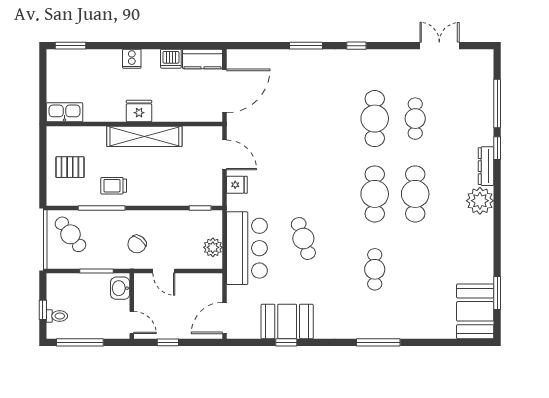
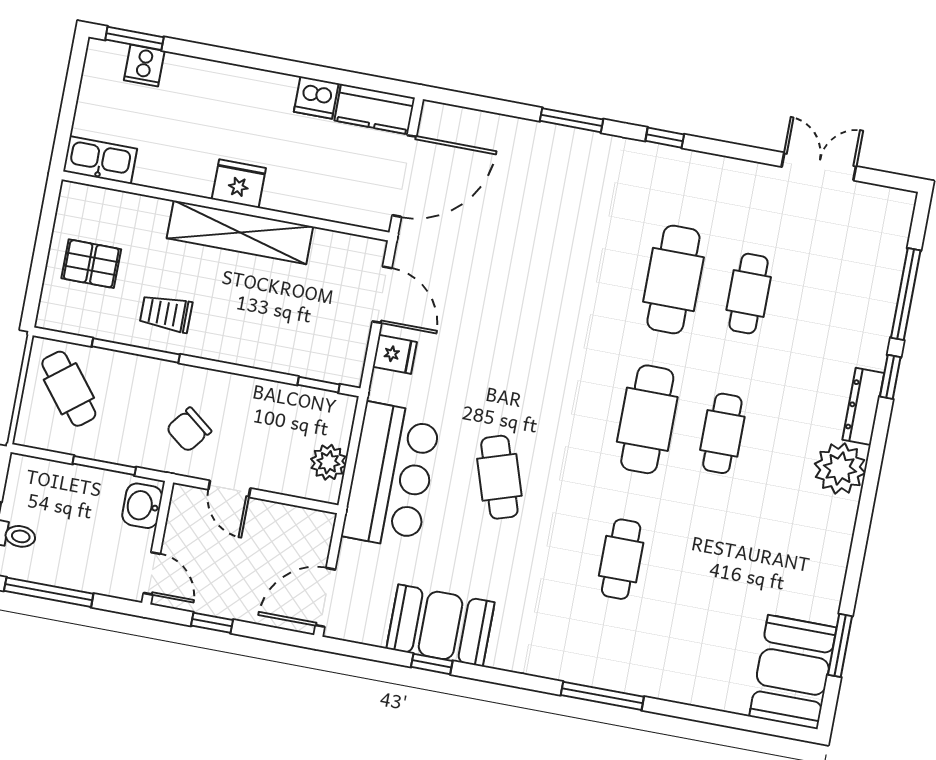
cooker: (132, 59) -> (144, 66), moved
cafe table: (415, 194) -> (722, 433), width x0.73, depth x0.74

